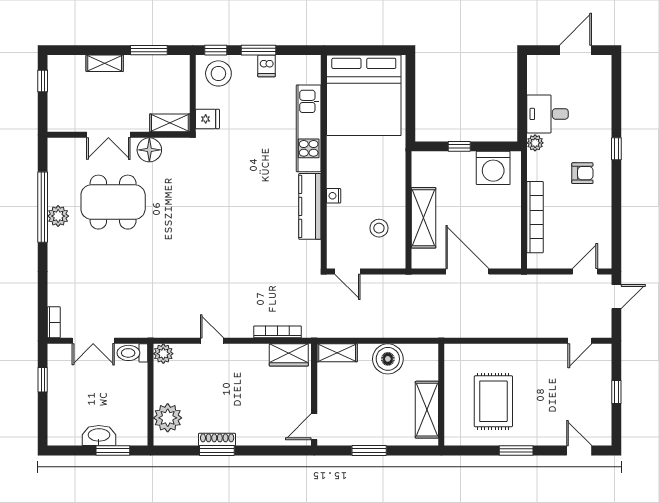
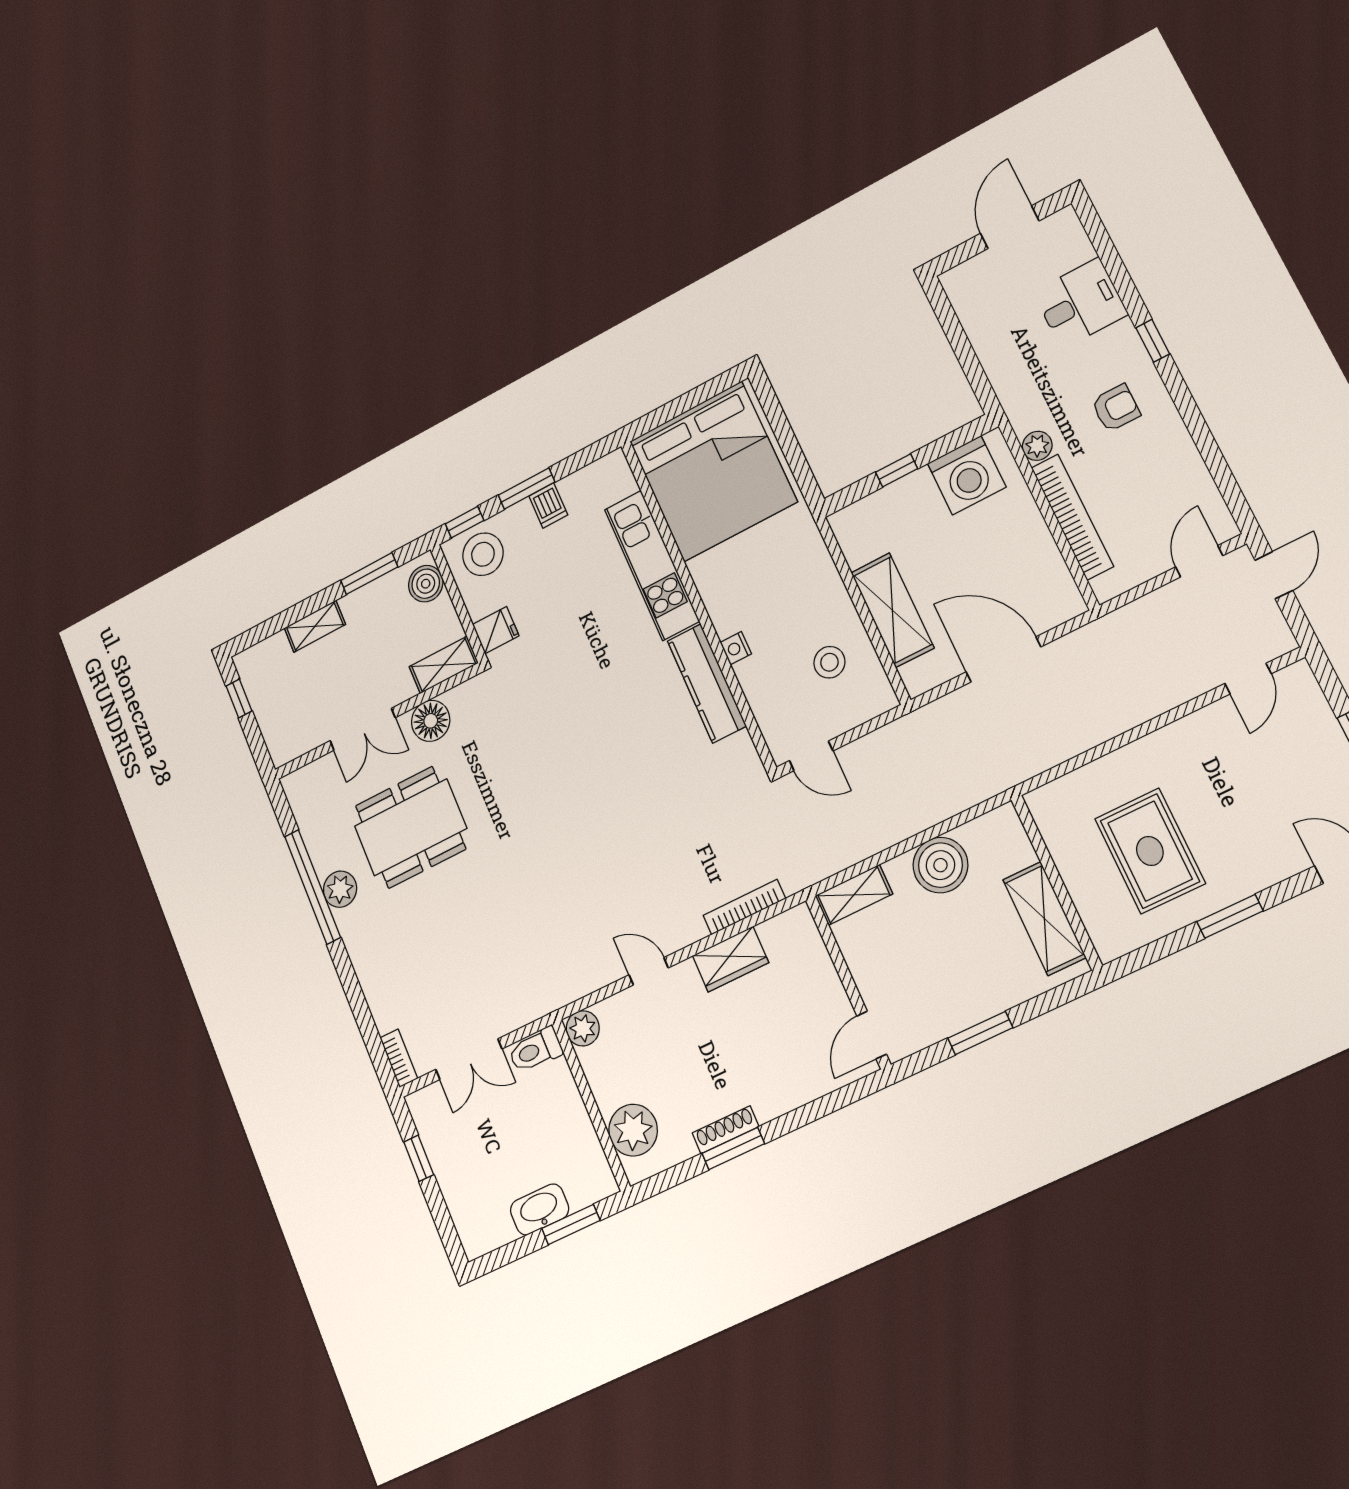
boiler: (179, 73) -> (426, 584), added
desk: (548, 114) -> (1080, 303), moved, turned 180
plant: (535, 143) -> (1037, 446), moved
wardrobe: (289, 355) -> (730, 959), moved

